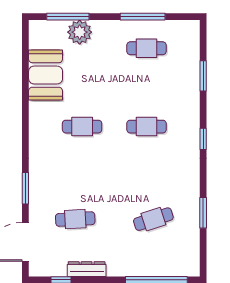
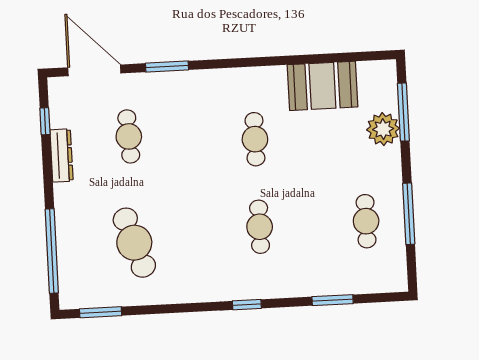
window: (203, 213) -> (101, 312), moved
cafe table: (153, 219) -> (134, 243), width x1.37, depth x1.35

